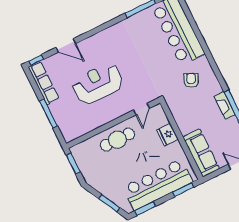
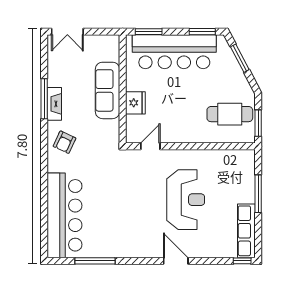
door: (66, 45) -> (176, 261), moved
armchair: (191, 80) -> (64, 142), moved
reception desk: (98, 84) -> (186, 200), turned -90
cafe table: (117, 140) -> (230, 114), moved
sofa: (201, 153) -> (108, 90), moved

